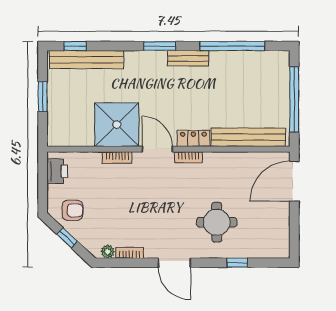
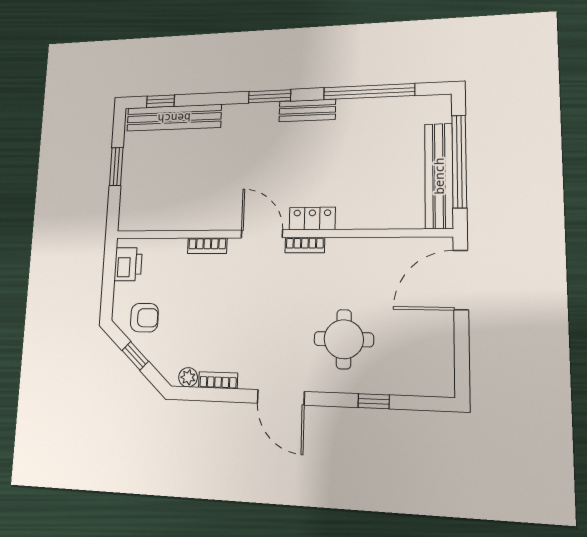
shower: (117, 125) -> (209, 201), removed
bench: (248, 137) -> (439, 176), moved, turned 90

